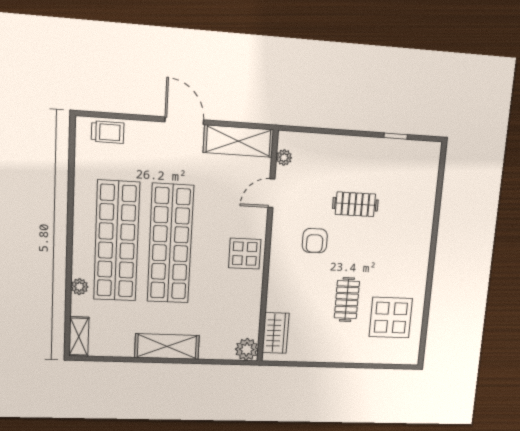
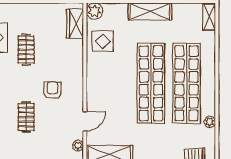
clothes rail: (355, 204) -> (26, 117), turned 90
display table: (245, 254) -> (103, 41), moved
plant: (79, 287) -> (210, 122), moved

